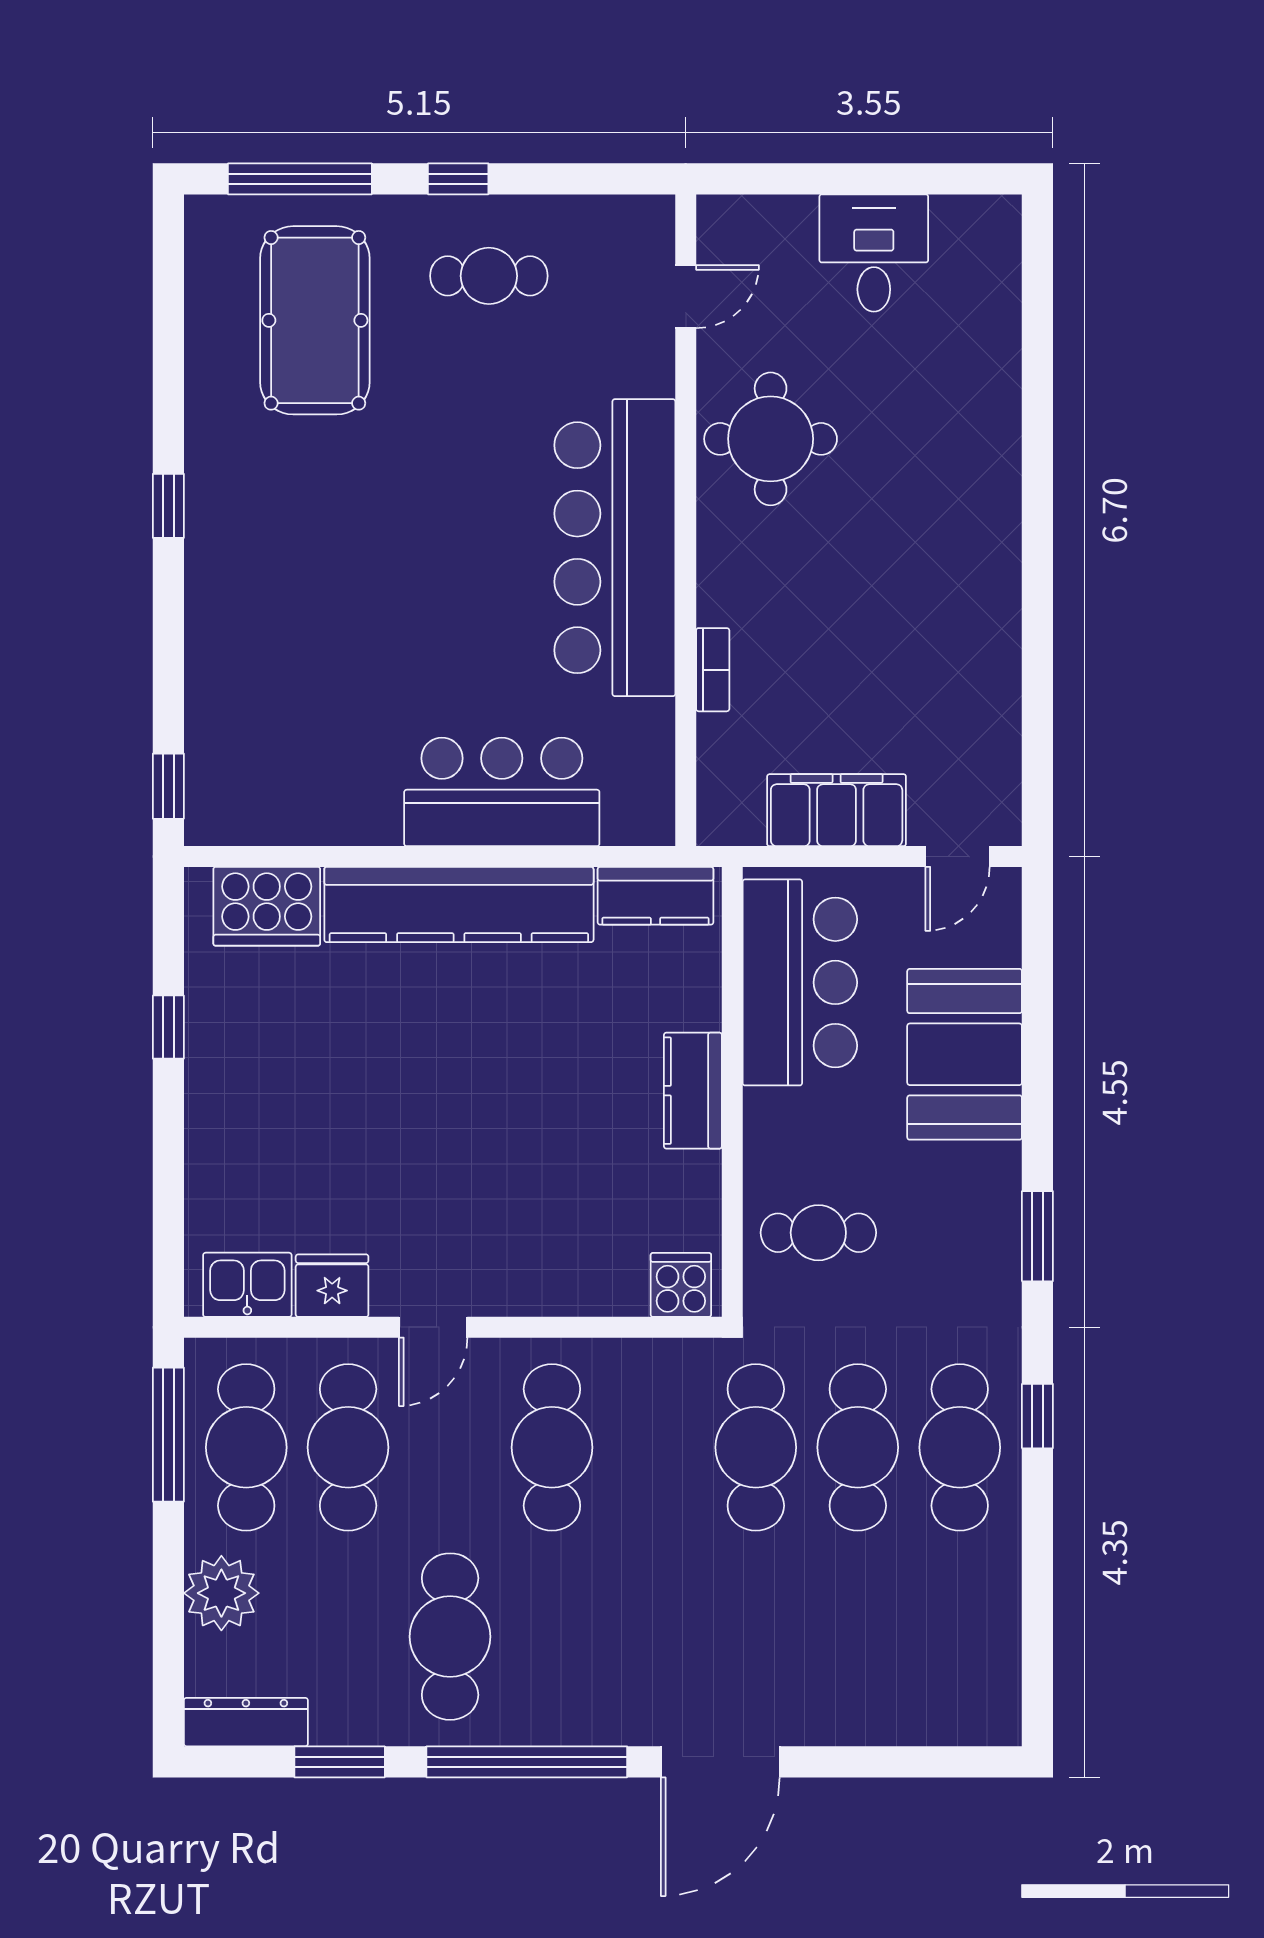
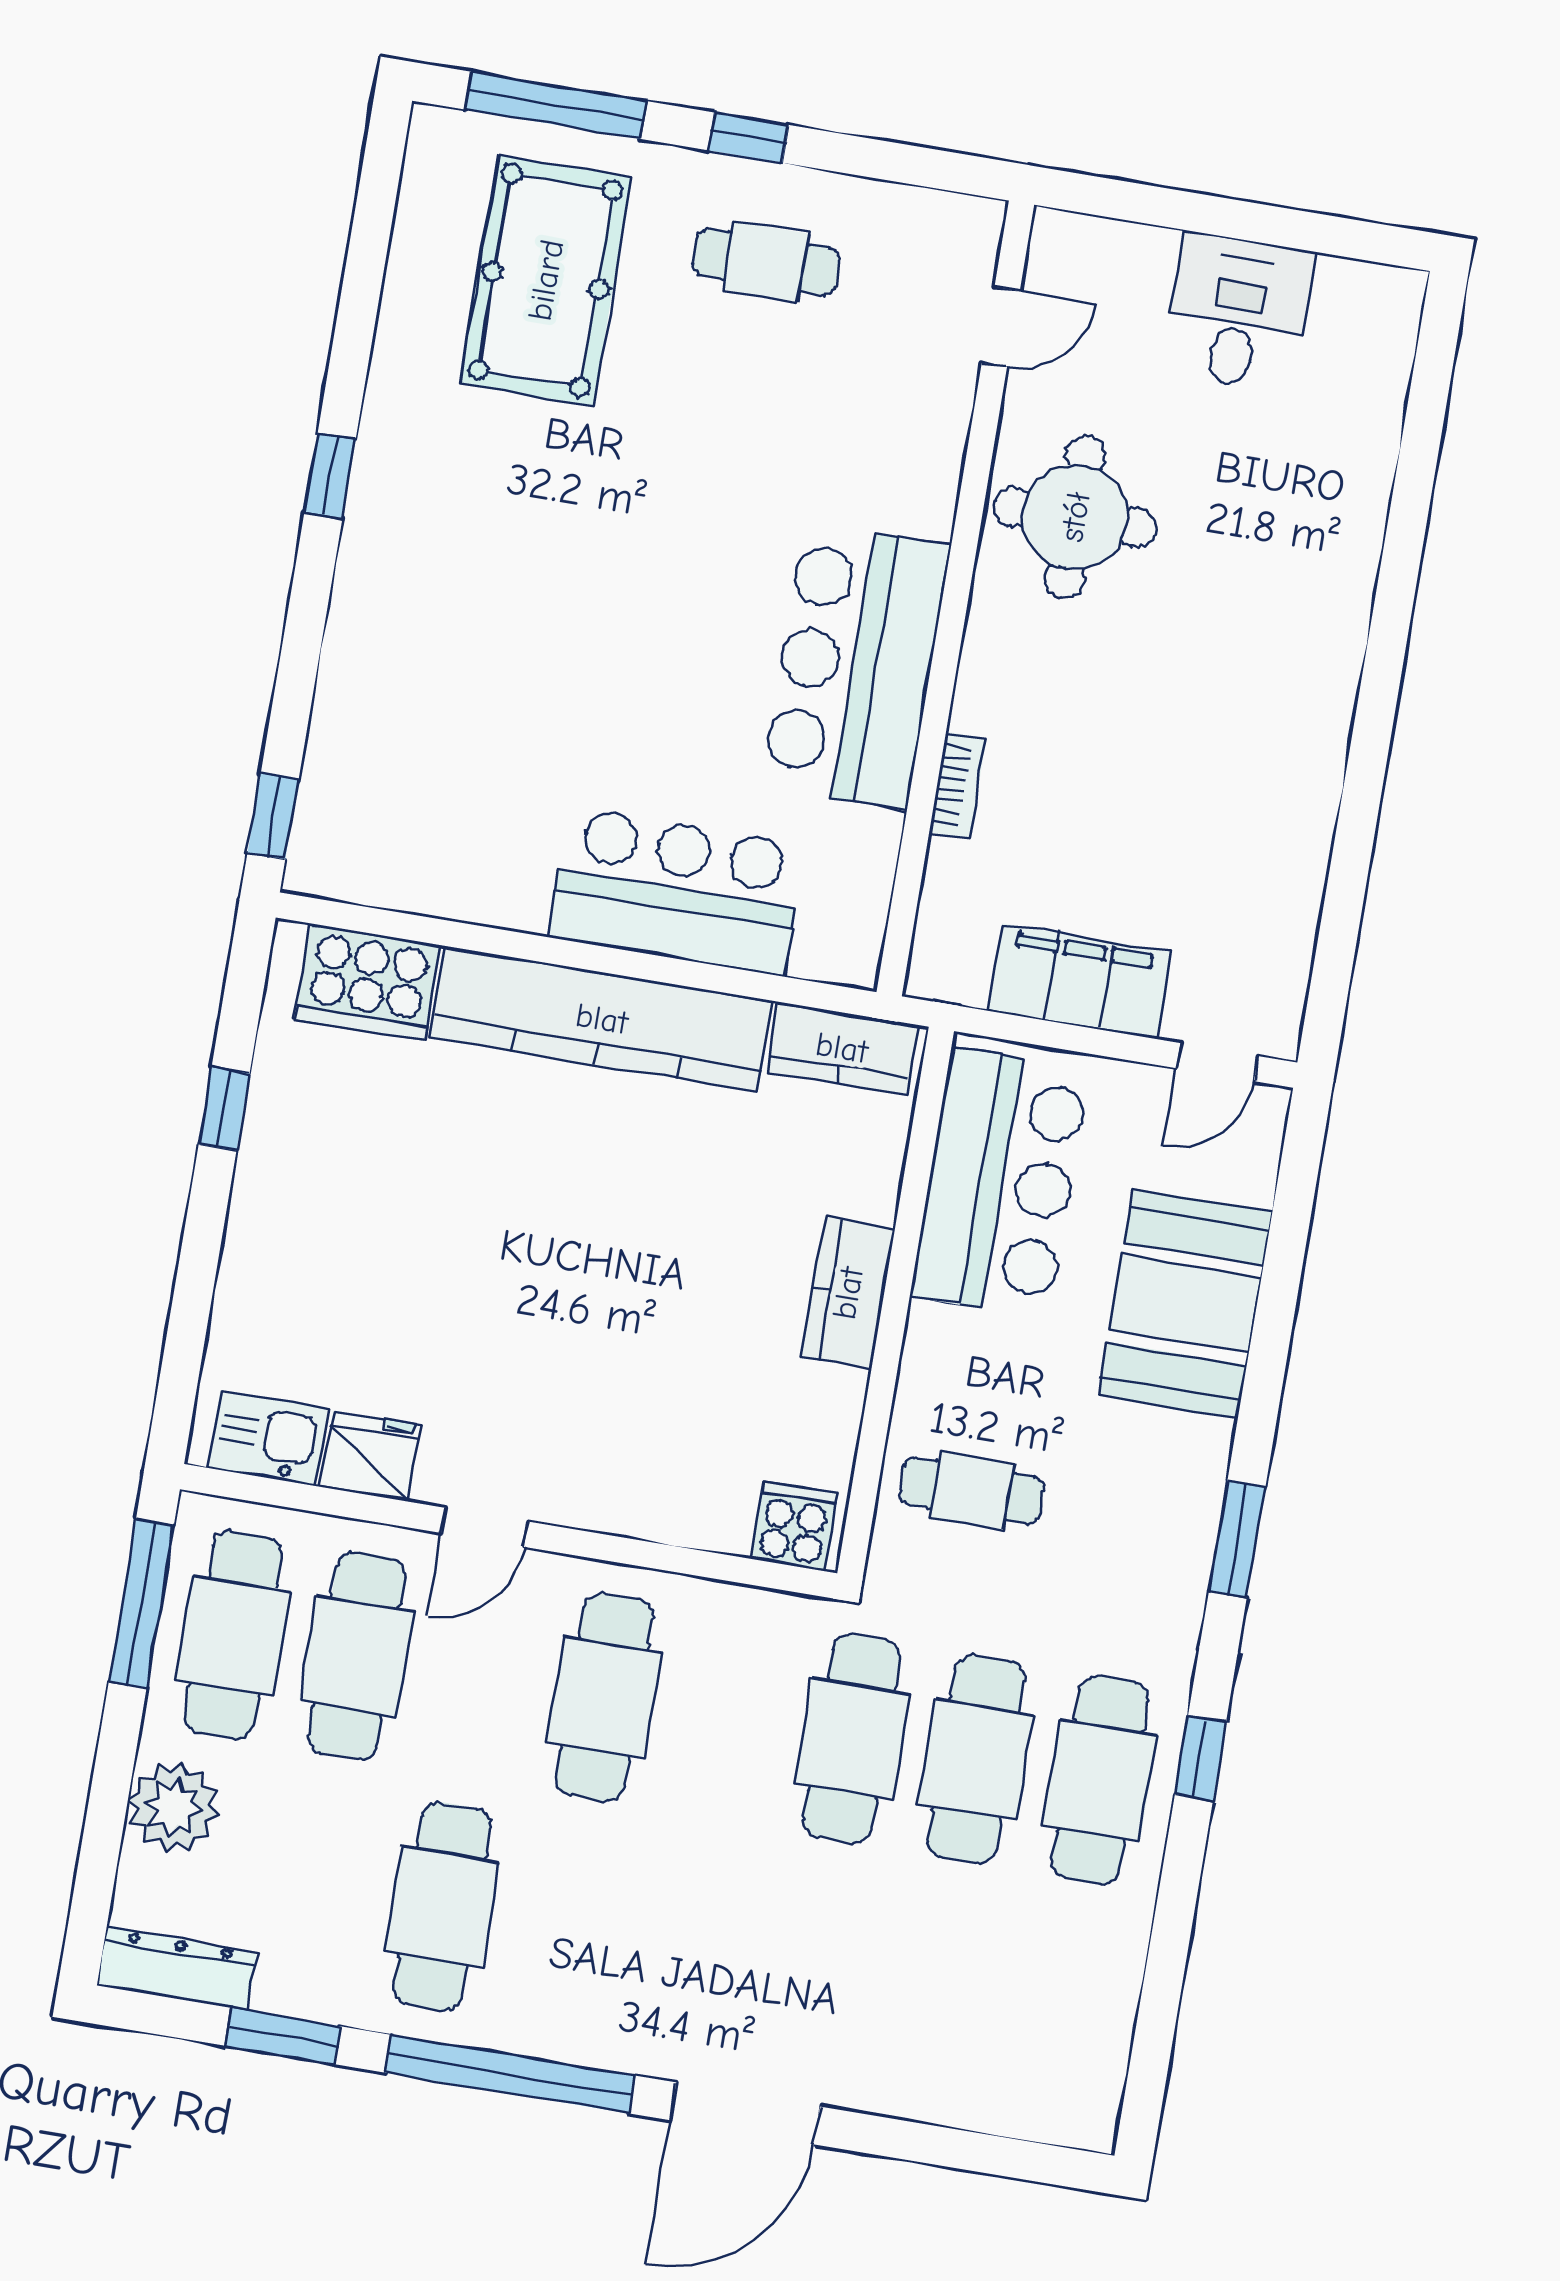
bar counter: (615, 548) -> (856, 665), width x0.73

